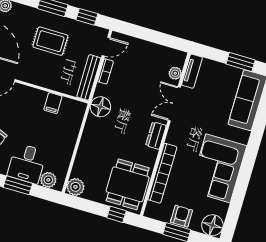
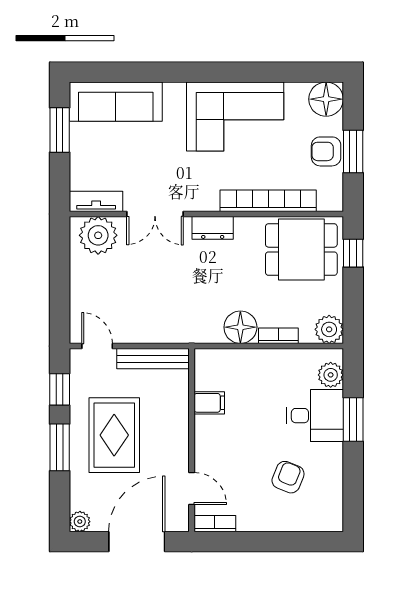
rug: (50, 41) -> (114, 435), width x1.36, depth x1.43
bookcase: (105, 71) -> (278, 336), moved
plant: (175, 73) -> (98, 235), width x1.88, depth x1.88
floor lamp: (100, 107) -> (240, 327), moved

